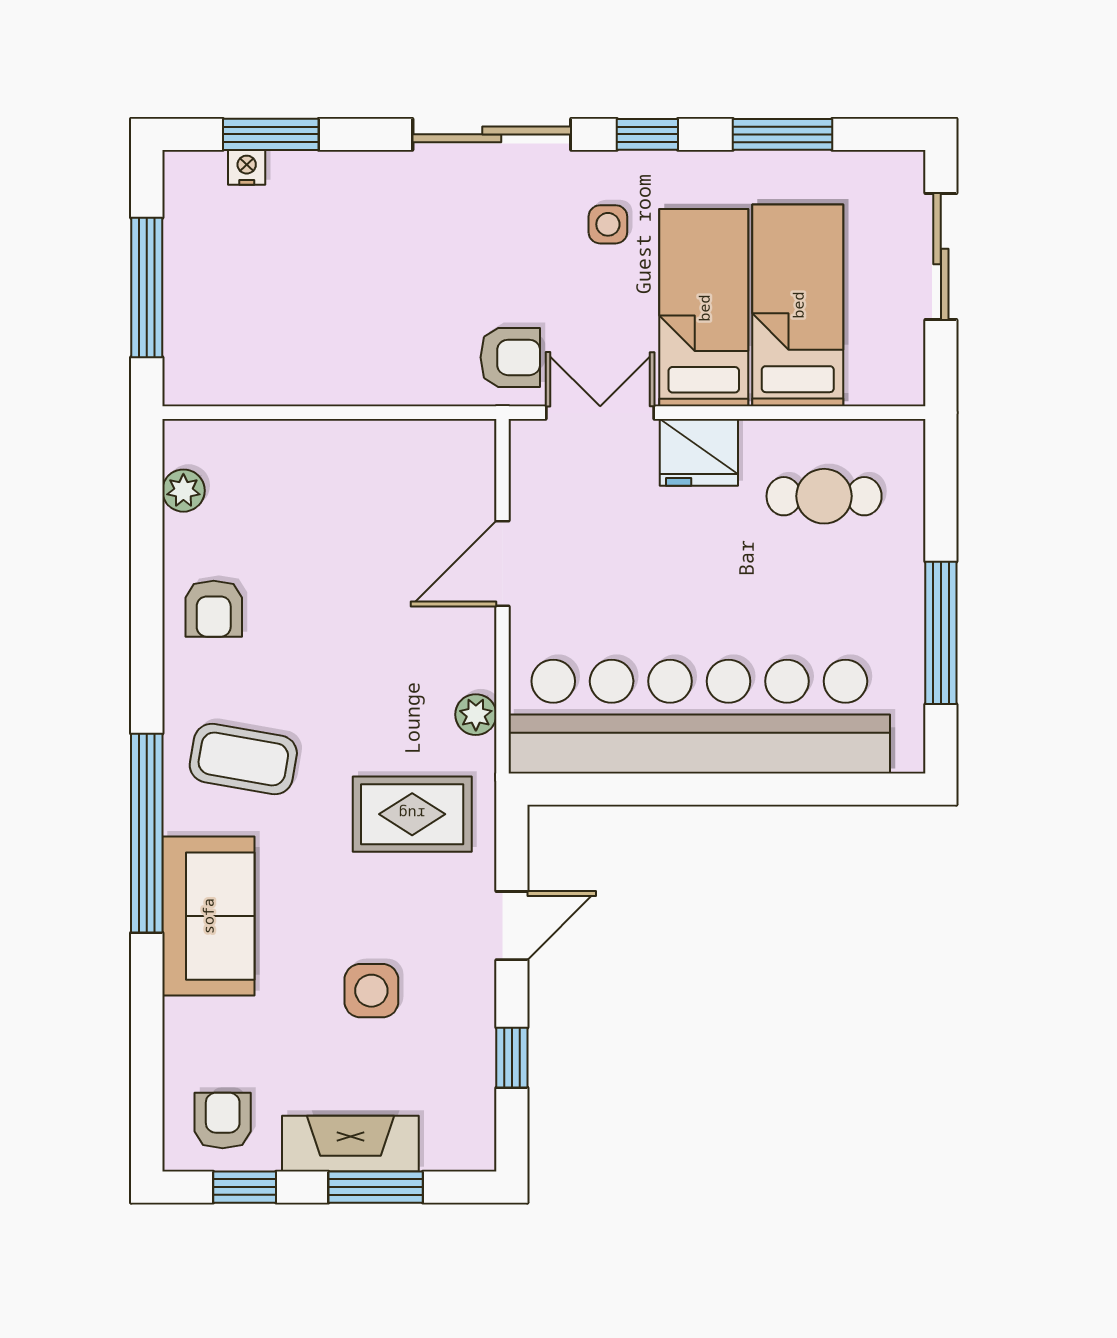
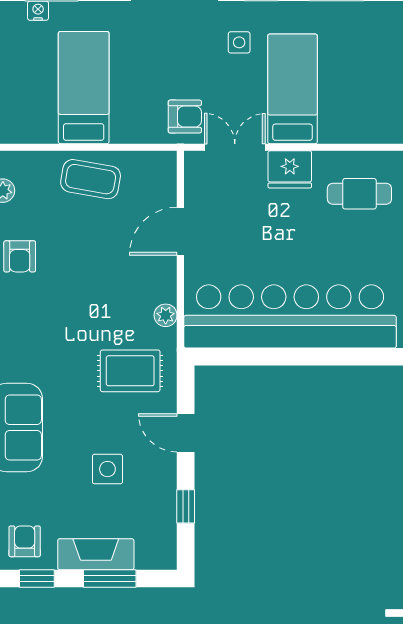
bed: (798, 305) -> (84, 88), moved
coffee table: (243, 759) -> (91, 179), moved
door: (512, 926) -> (186, 433), swing flipped

